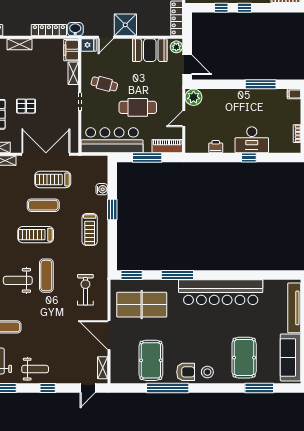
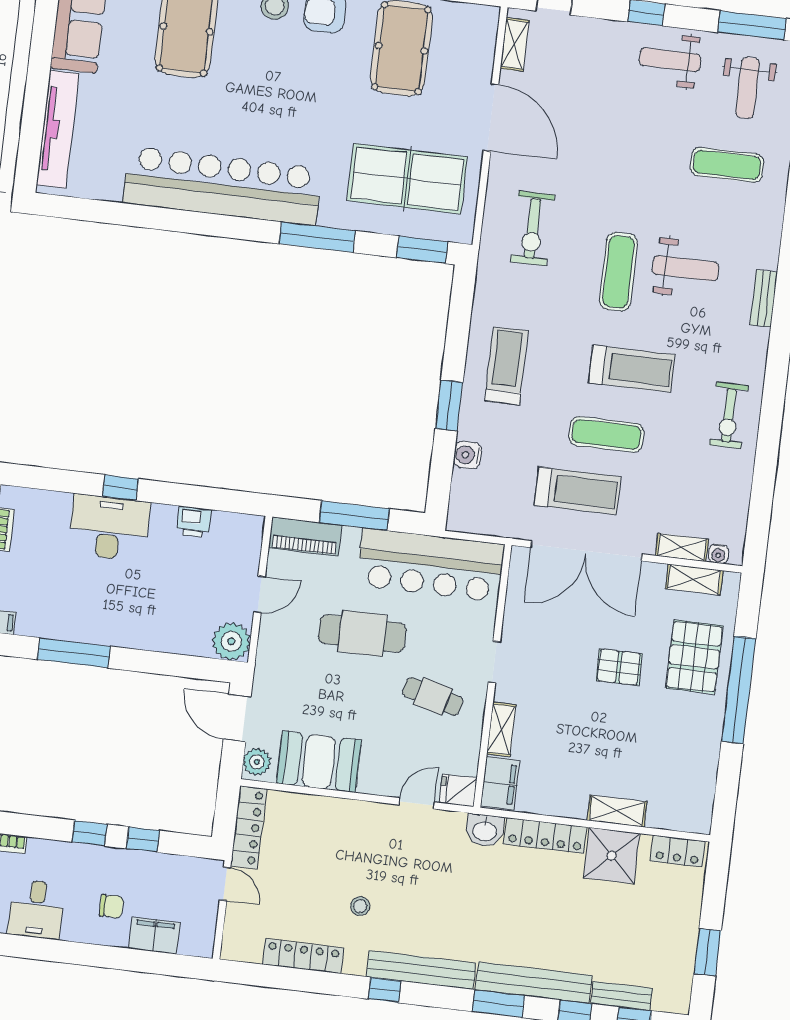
shower: (125, 25) -> (612, 856), moved

